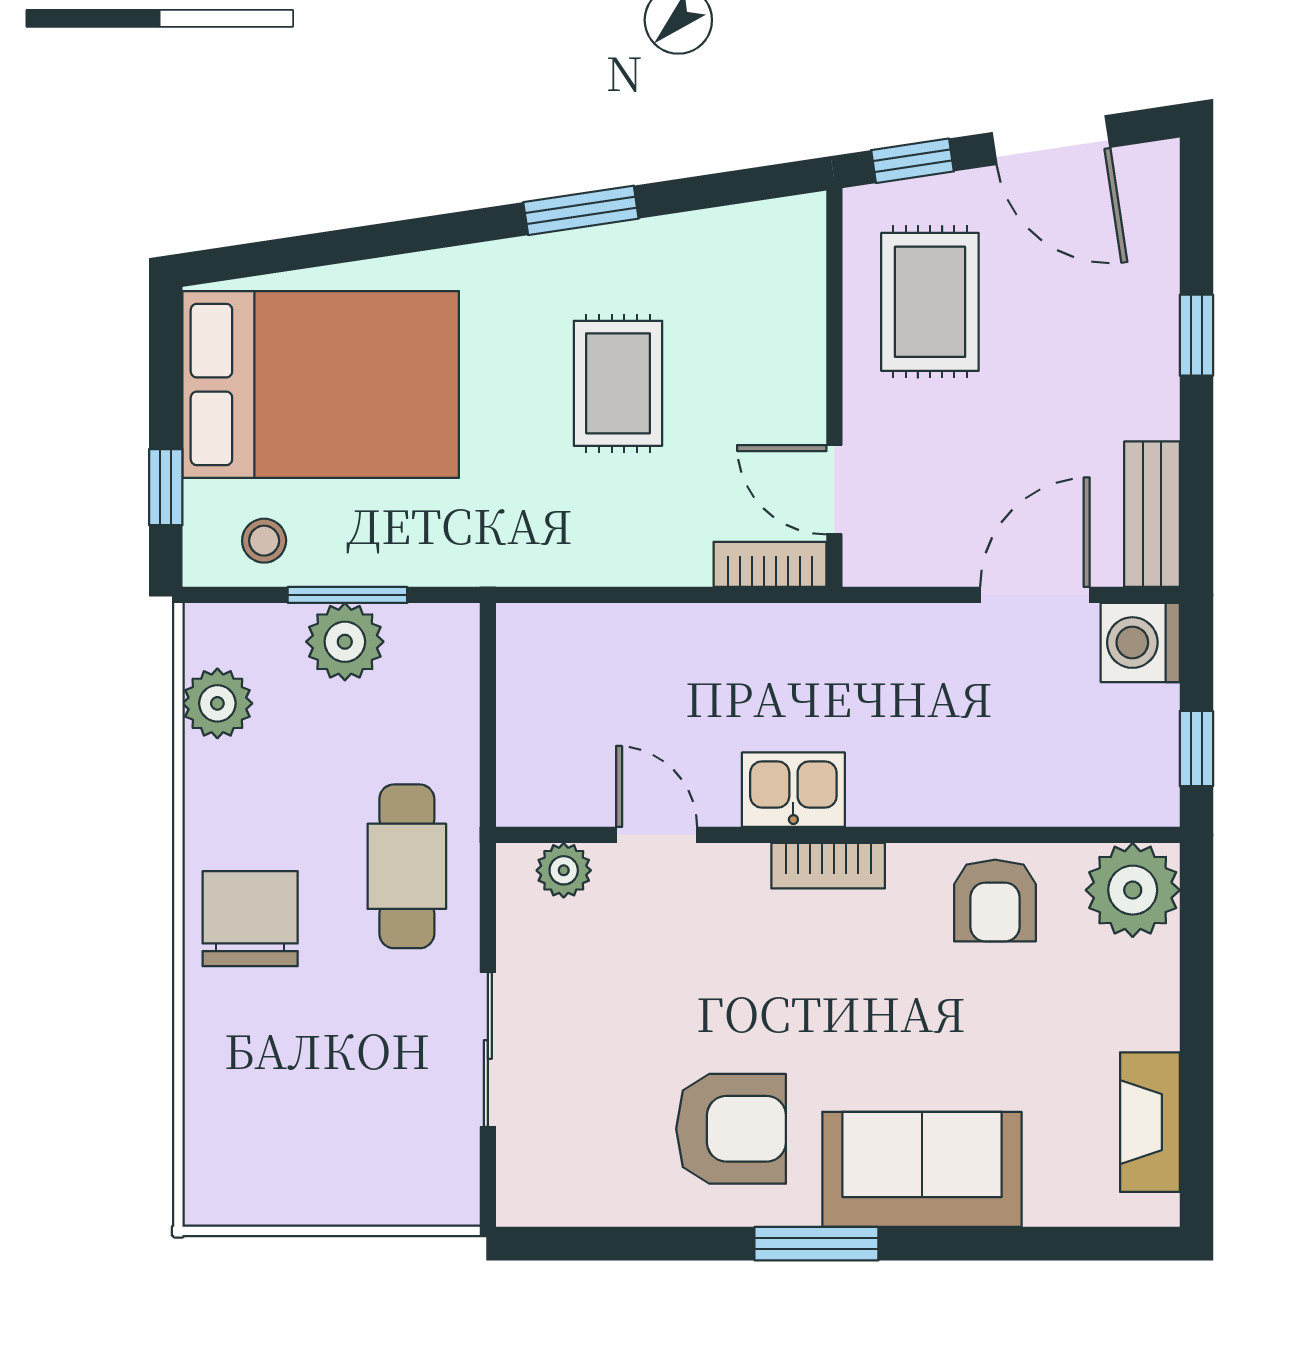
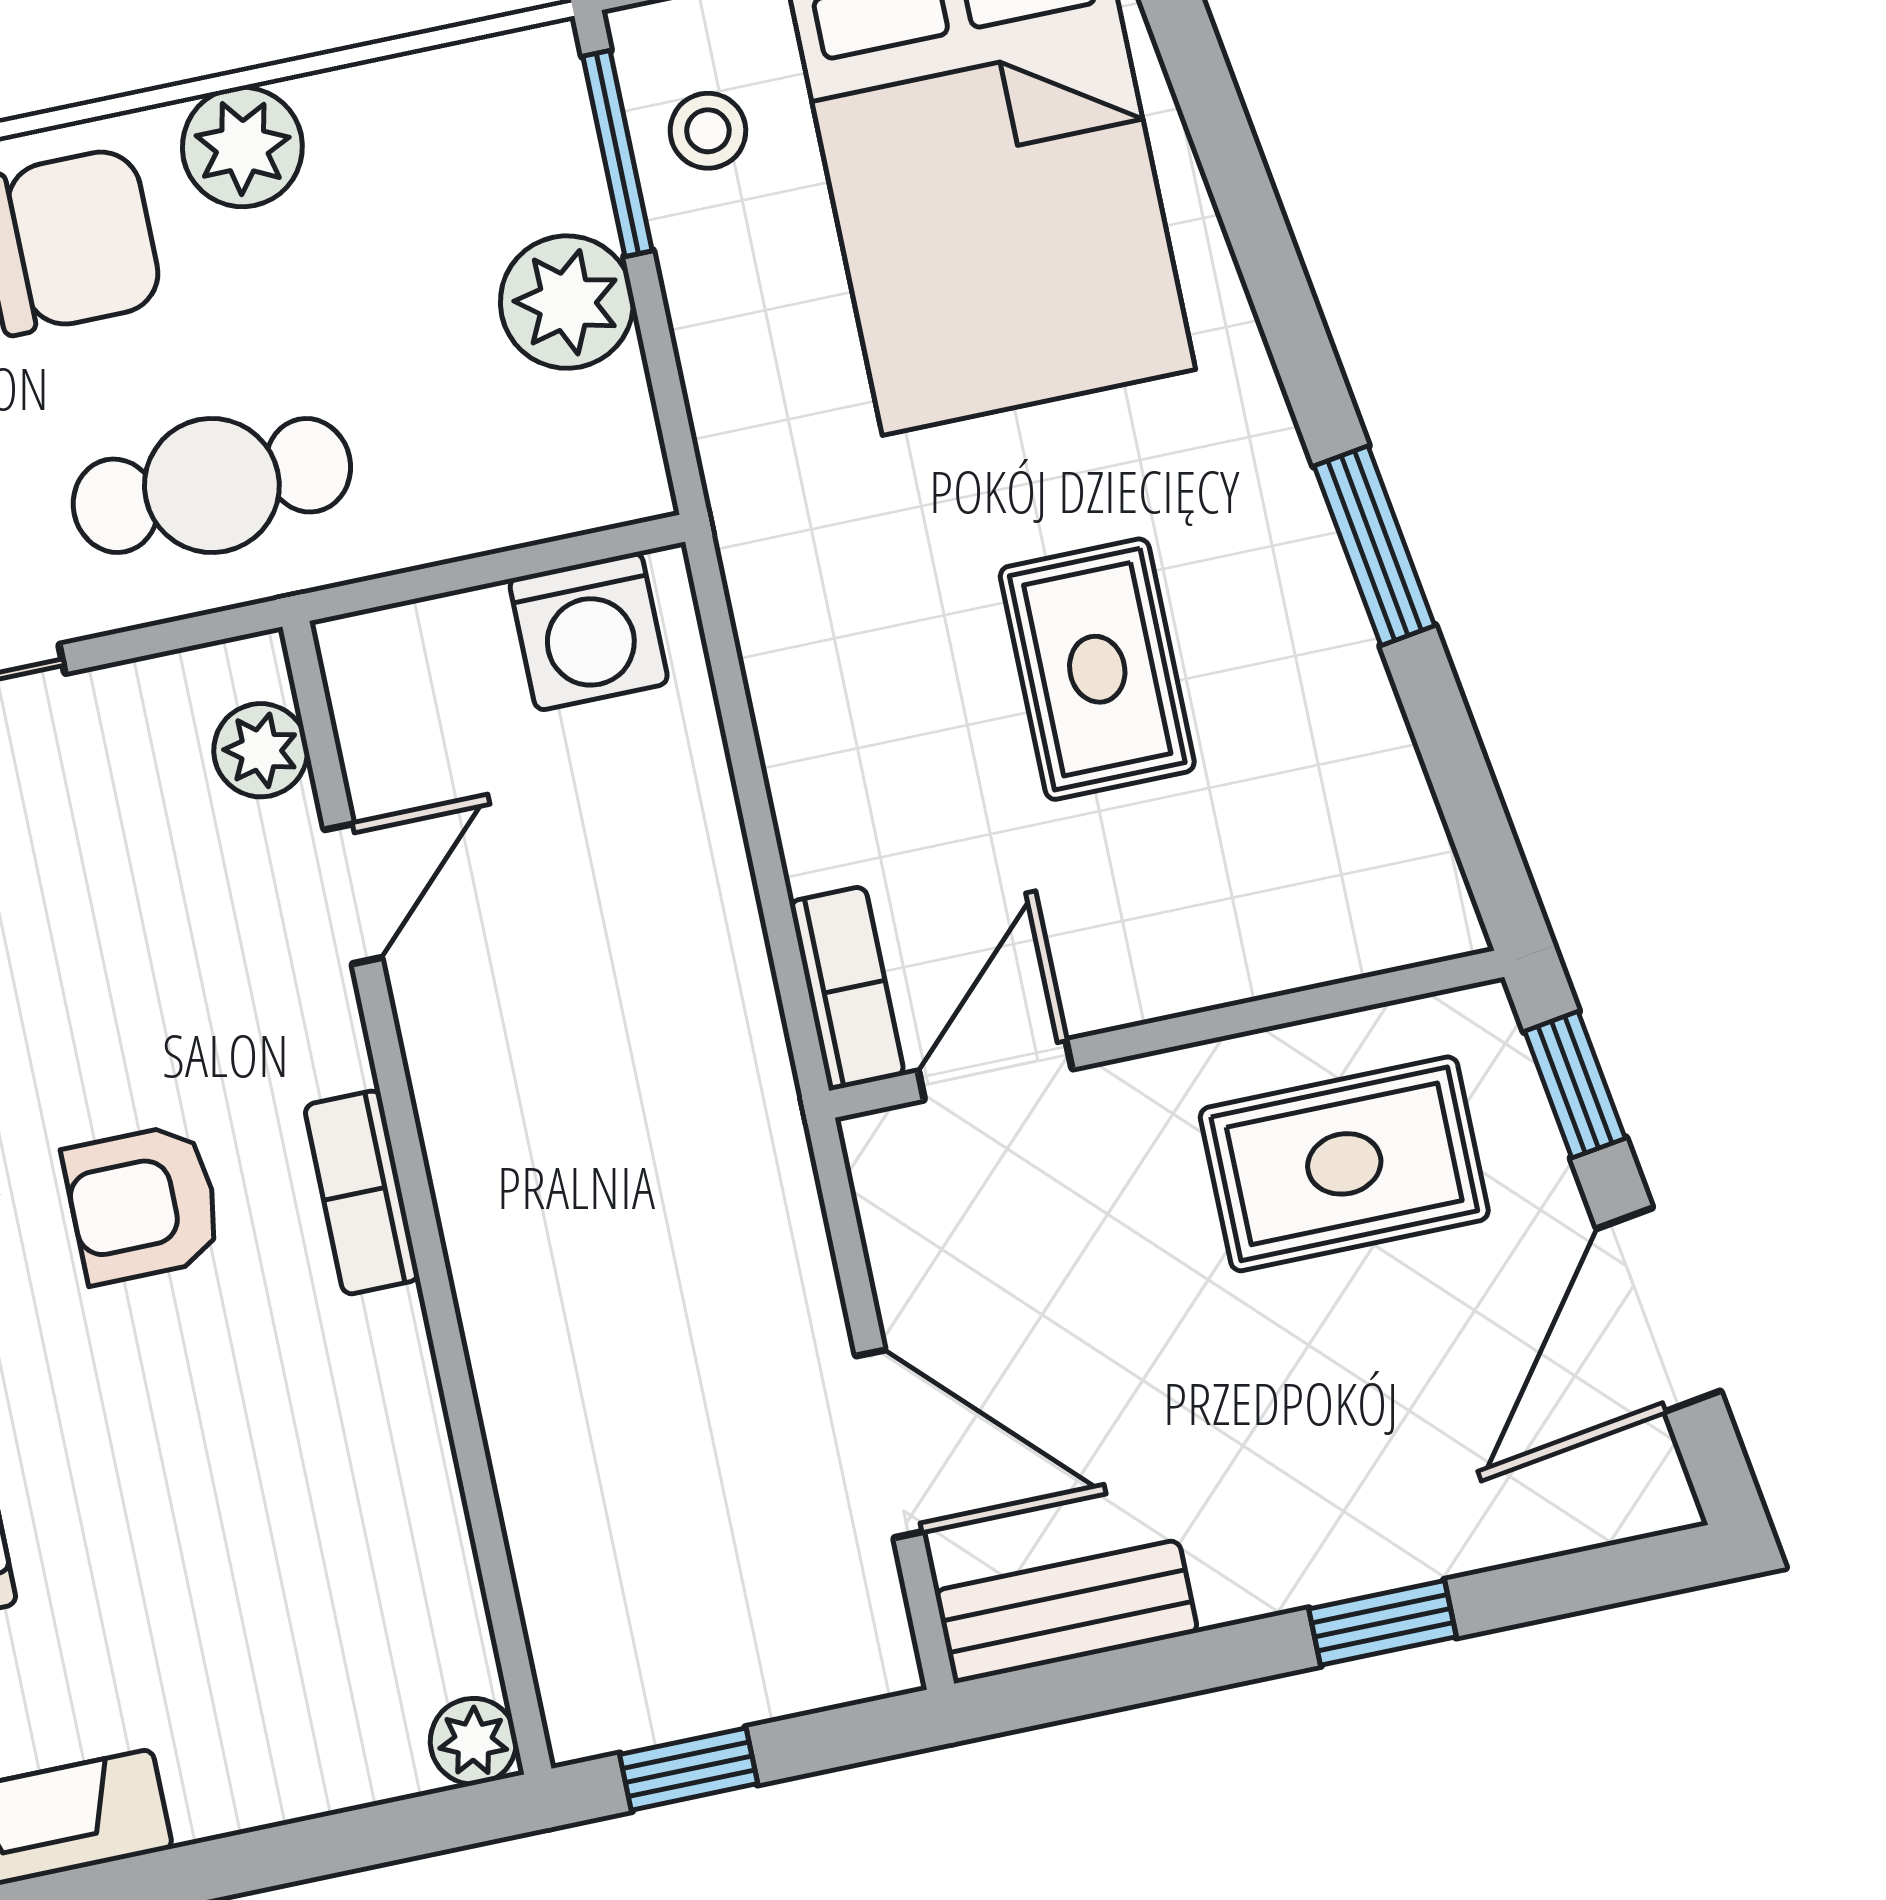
rug: (618, 383) -> (1097, 669), turned 90
window: (347, 595) -> (617, 153), moved
washing machine: (1140, 643) -> (589, 631), moved, turned 180
plant: (217, 703) -> (242, 147), moved
kitchen sink: (793, 790) -> (477, 1107), removed
plant: (1133, 890) -> (473, 1741), width x0.53, depth x0.53
armchair: (995, 901) -> (143, 1204), moved

